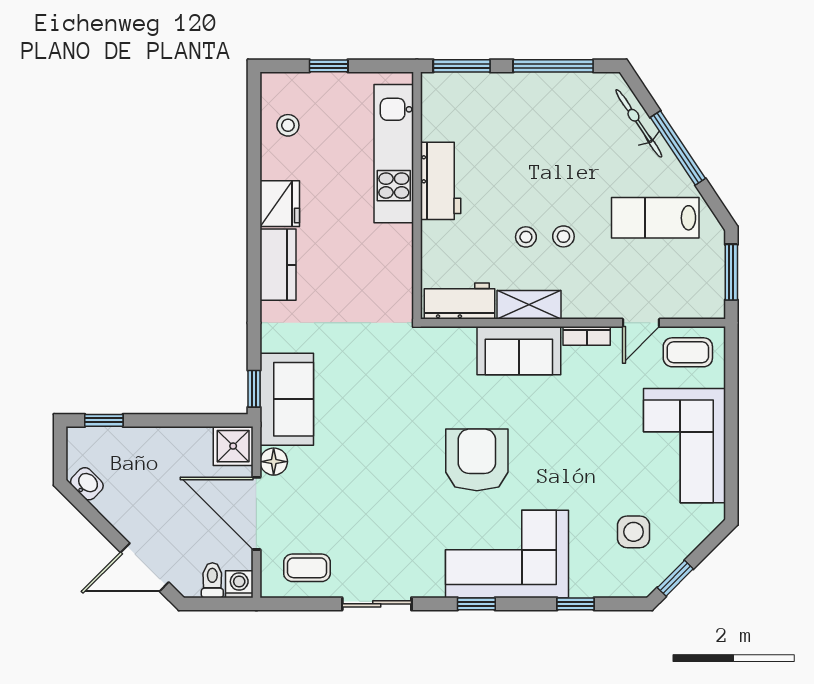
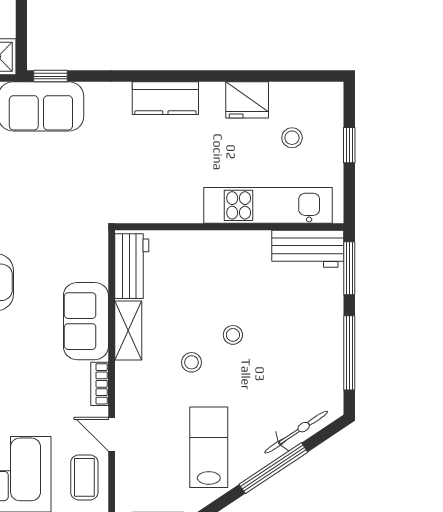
stool: (288, 125) -> (292, 138), moved
workbench: (441, 181) -> (308, 249), moved
fridge: (280, 204) -> (247, 100), moved
stool: (526, 237) -> (233, 335), moved

